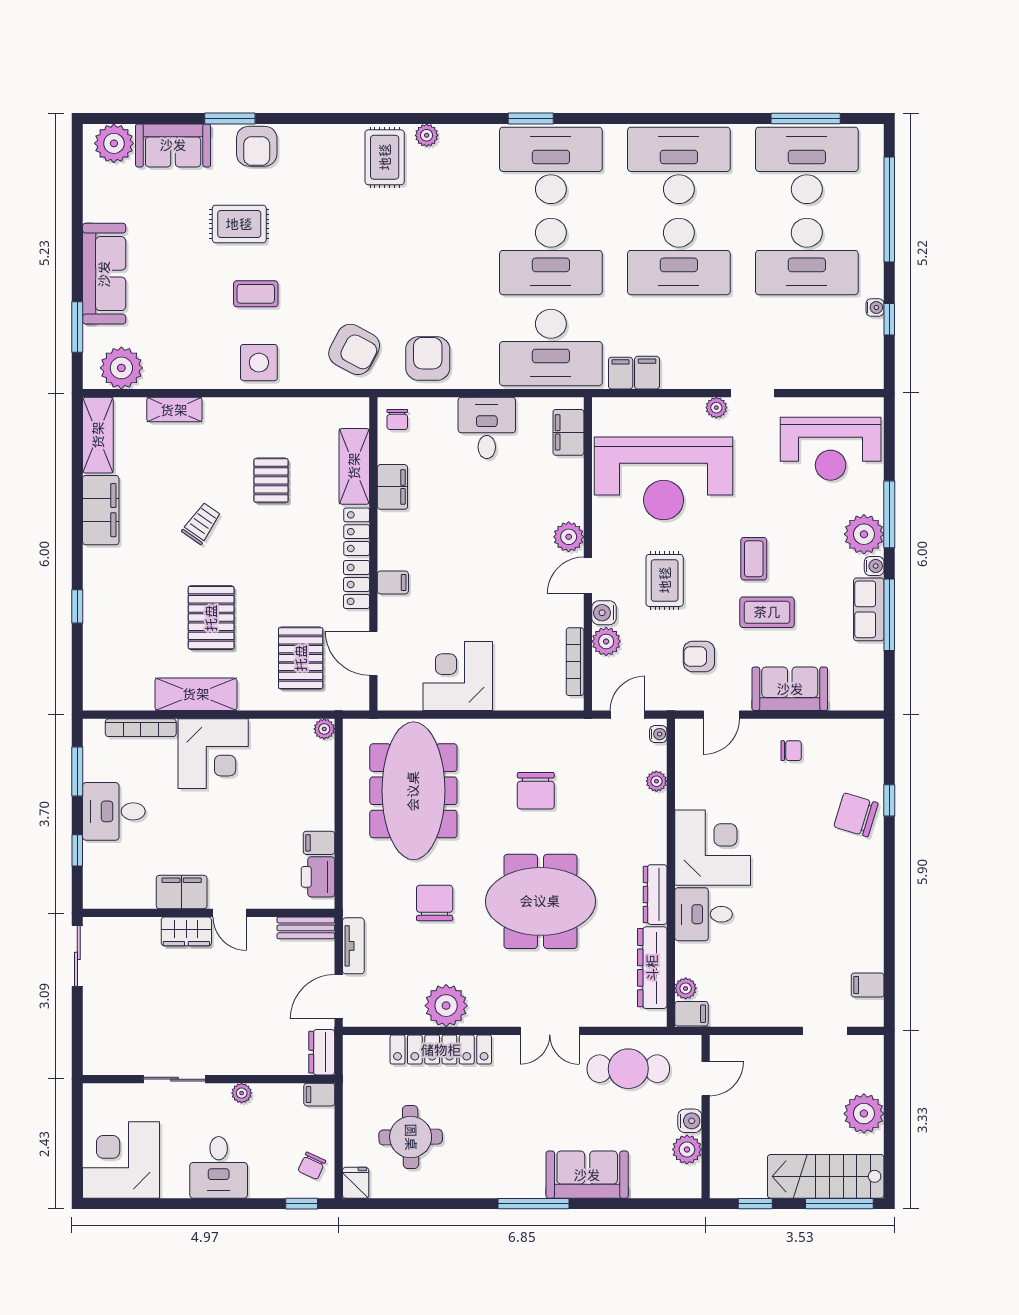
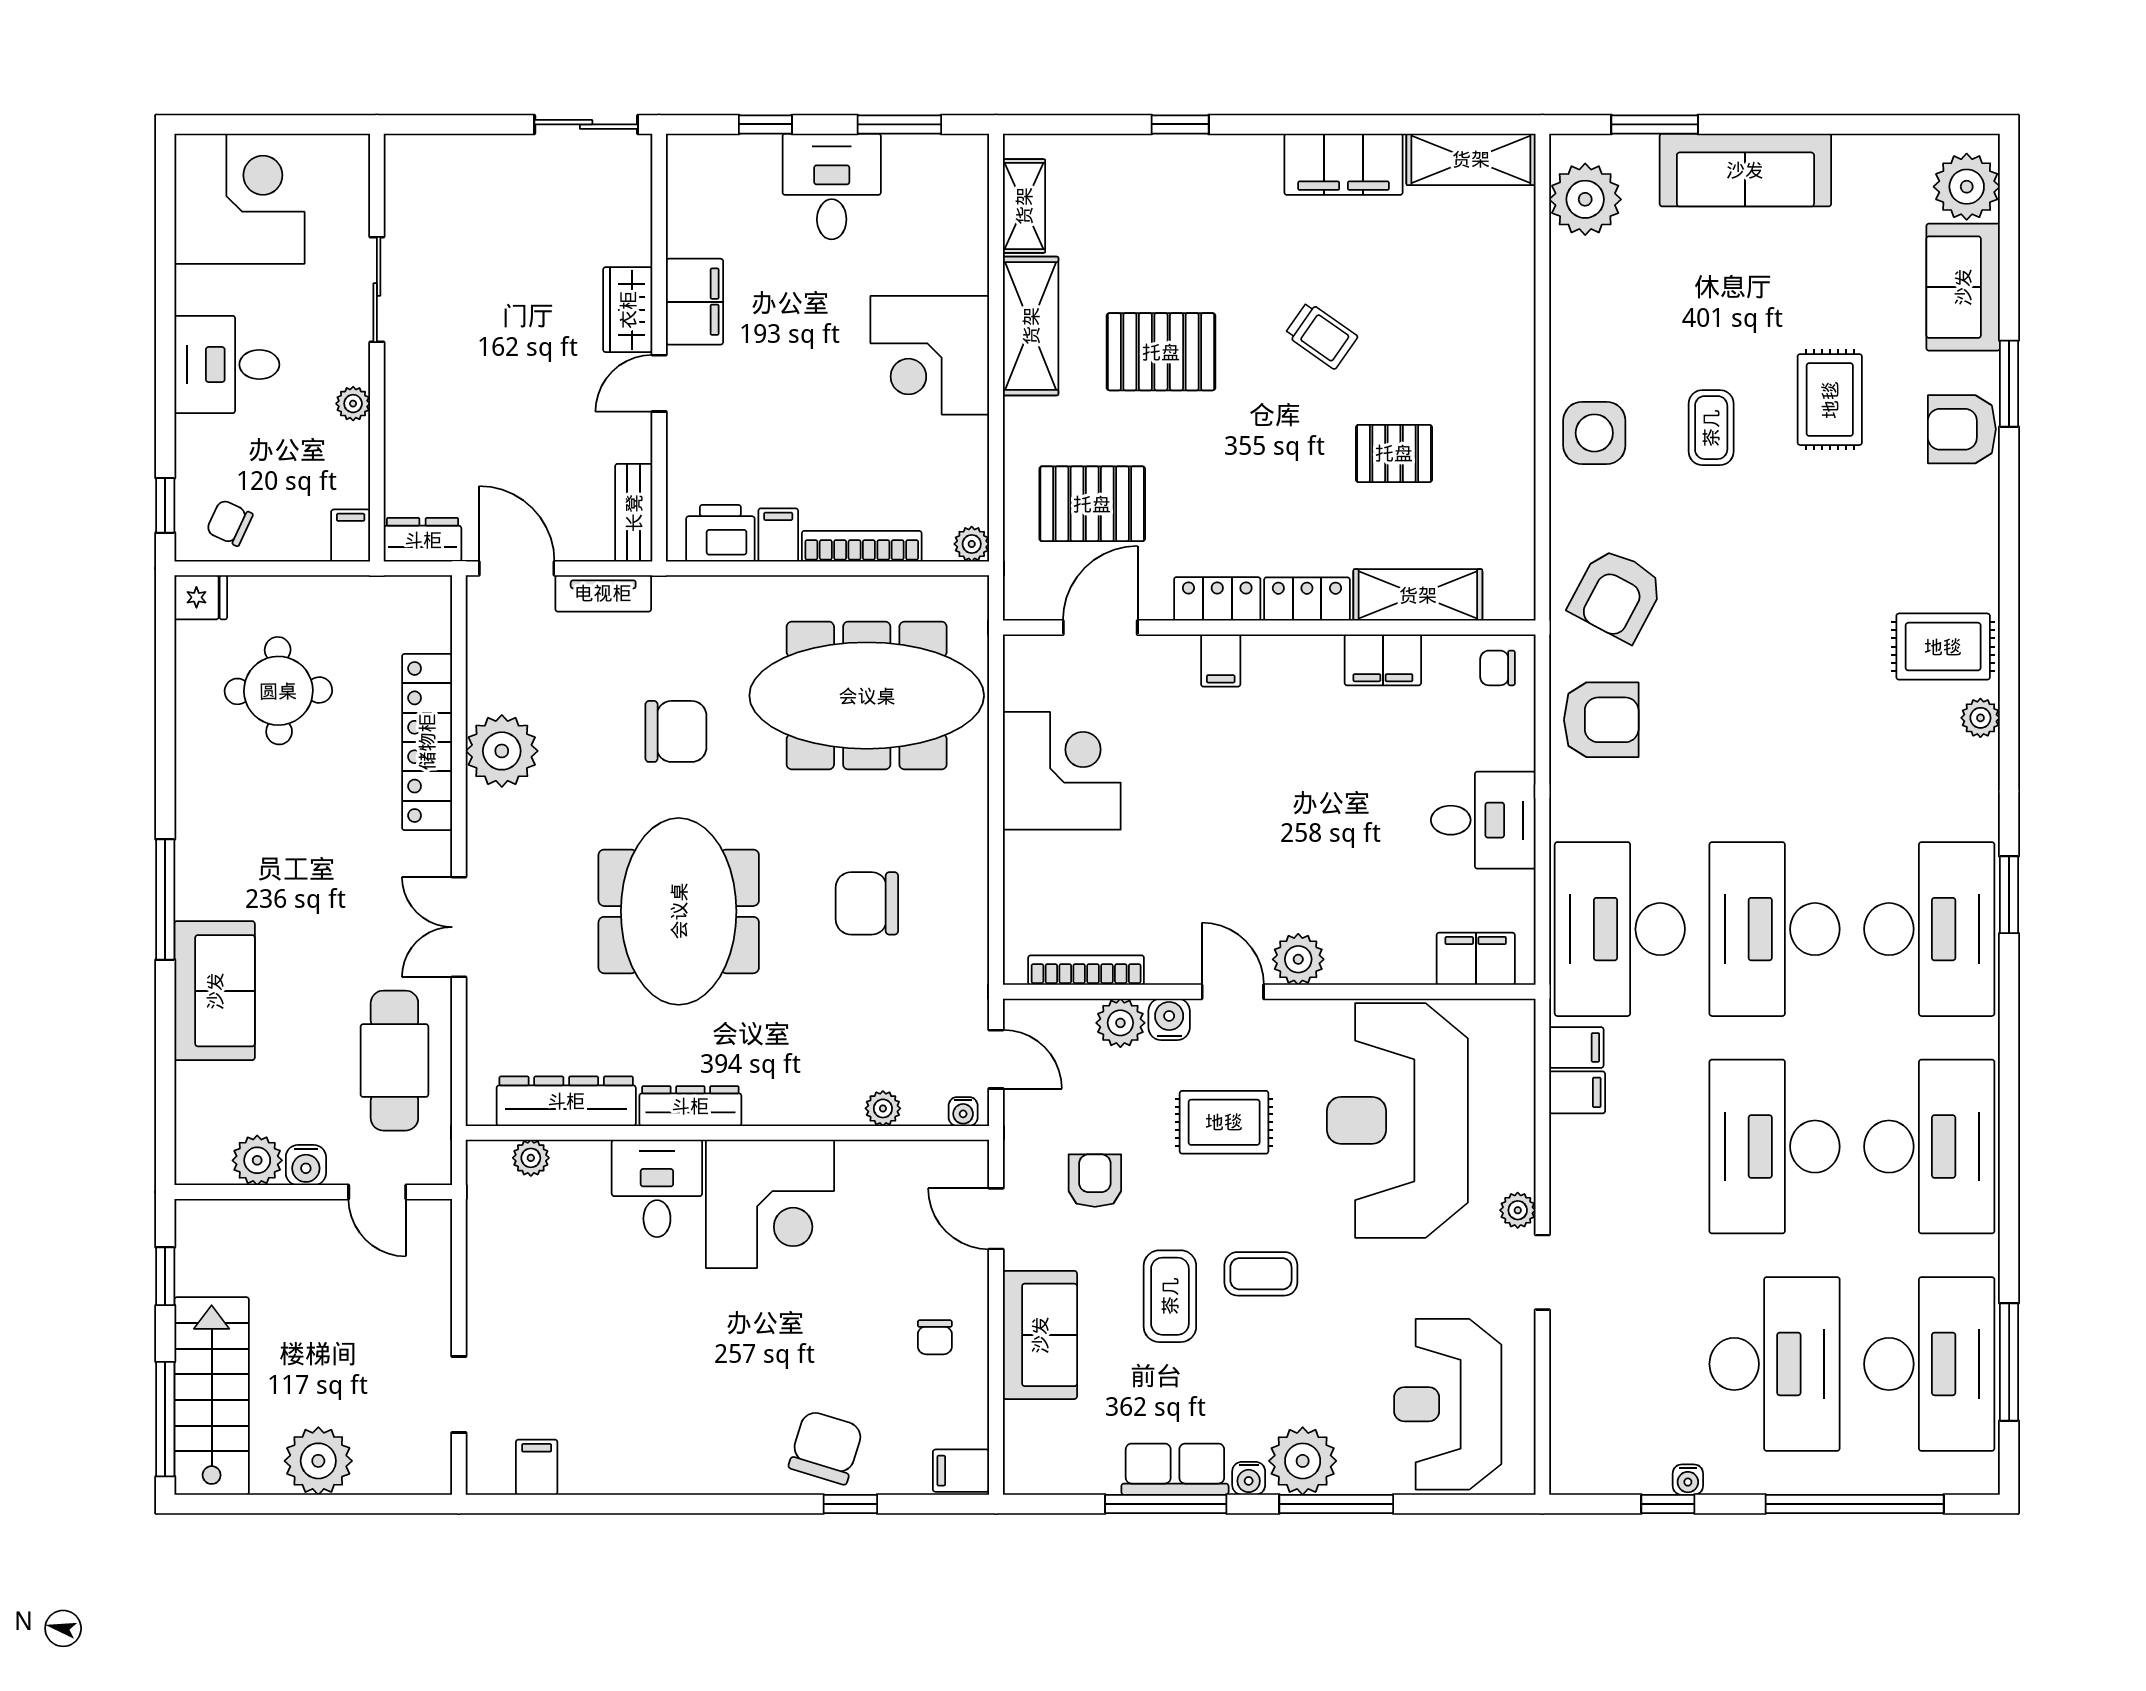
desk: (807, 256) -> (1775, 1364), turned 180
shelving: (174, 410) -> (1024, 206), moved
bookcase: (141, 728) -> (862, 546), moved, turned 90
filing cabinet: (691, 1014) -> (961, 1471), moved, turned 90

